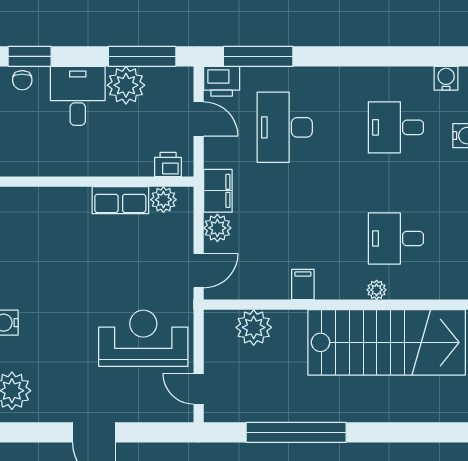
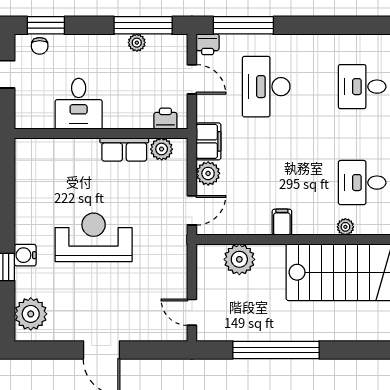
printer: (222, 81) -> (208, 44), width x0.73, depth x0.81
plant: (126, 85) -> (137, 43), width x0.53, depth x0.53
desk: (78, 96) -> (79, 104), moved, turned 180
reception desk: (143, 338) -> (94, 237), moved

